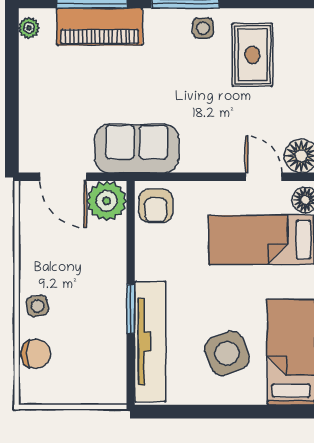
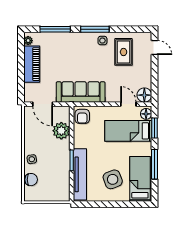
piano: (100, 27) -> (32, 64), moved, turned -90
sofa: (137, 148) -> (81, 92), width x1.36
plant: (107, 201) -> (61, 131), moved

